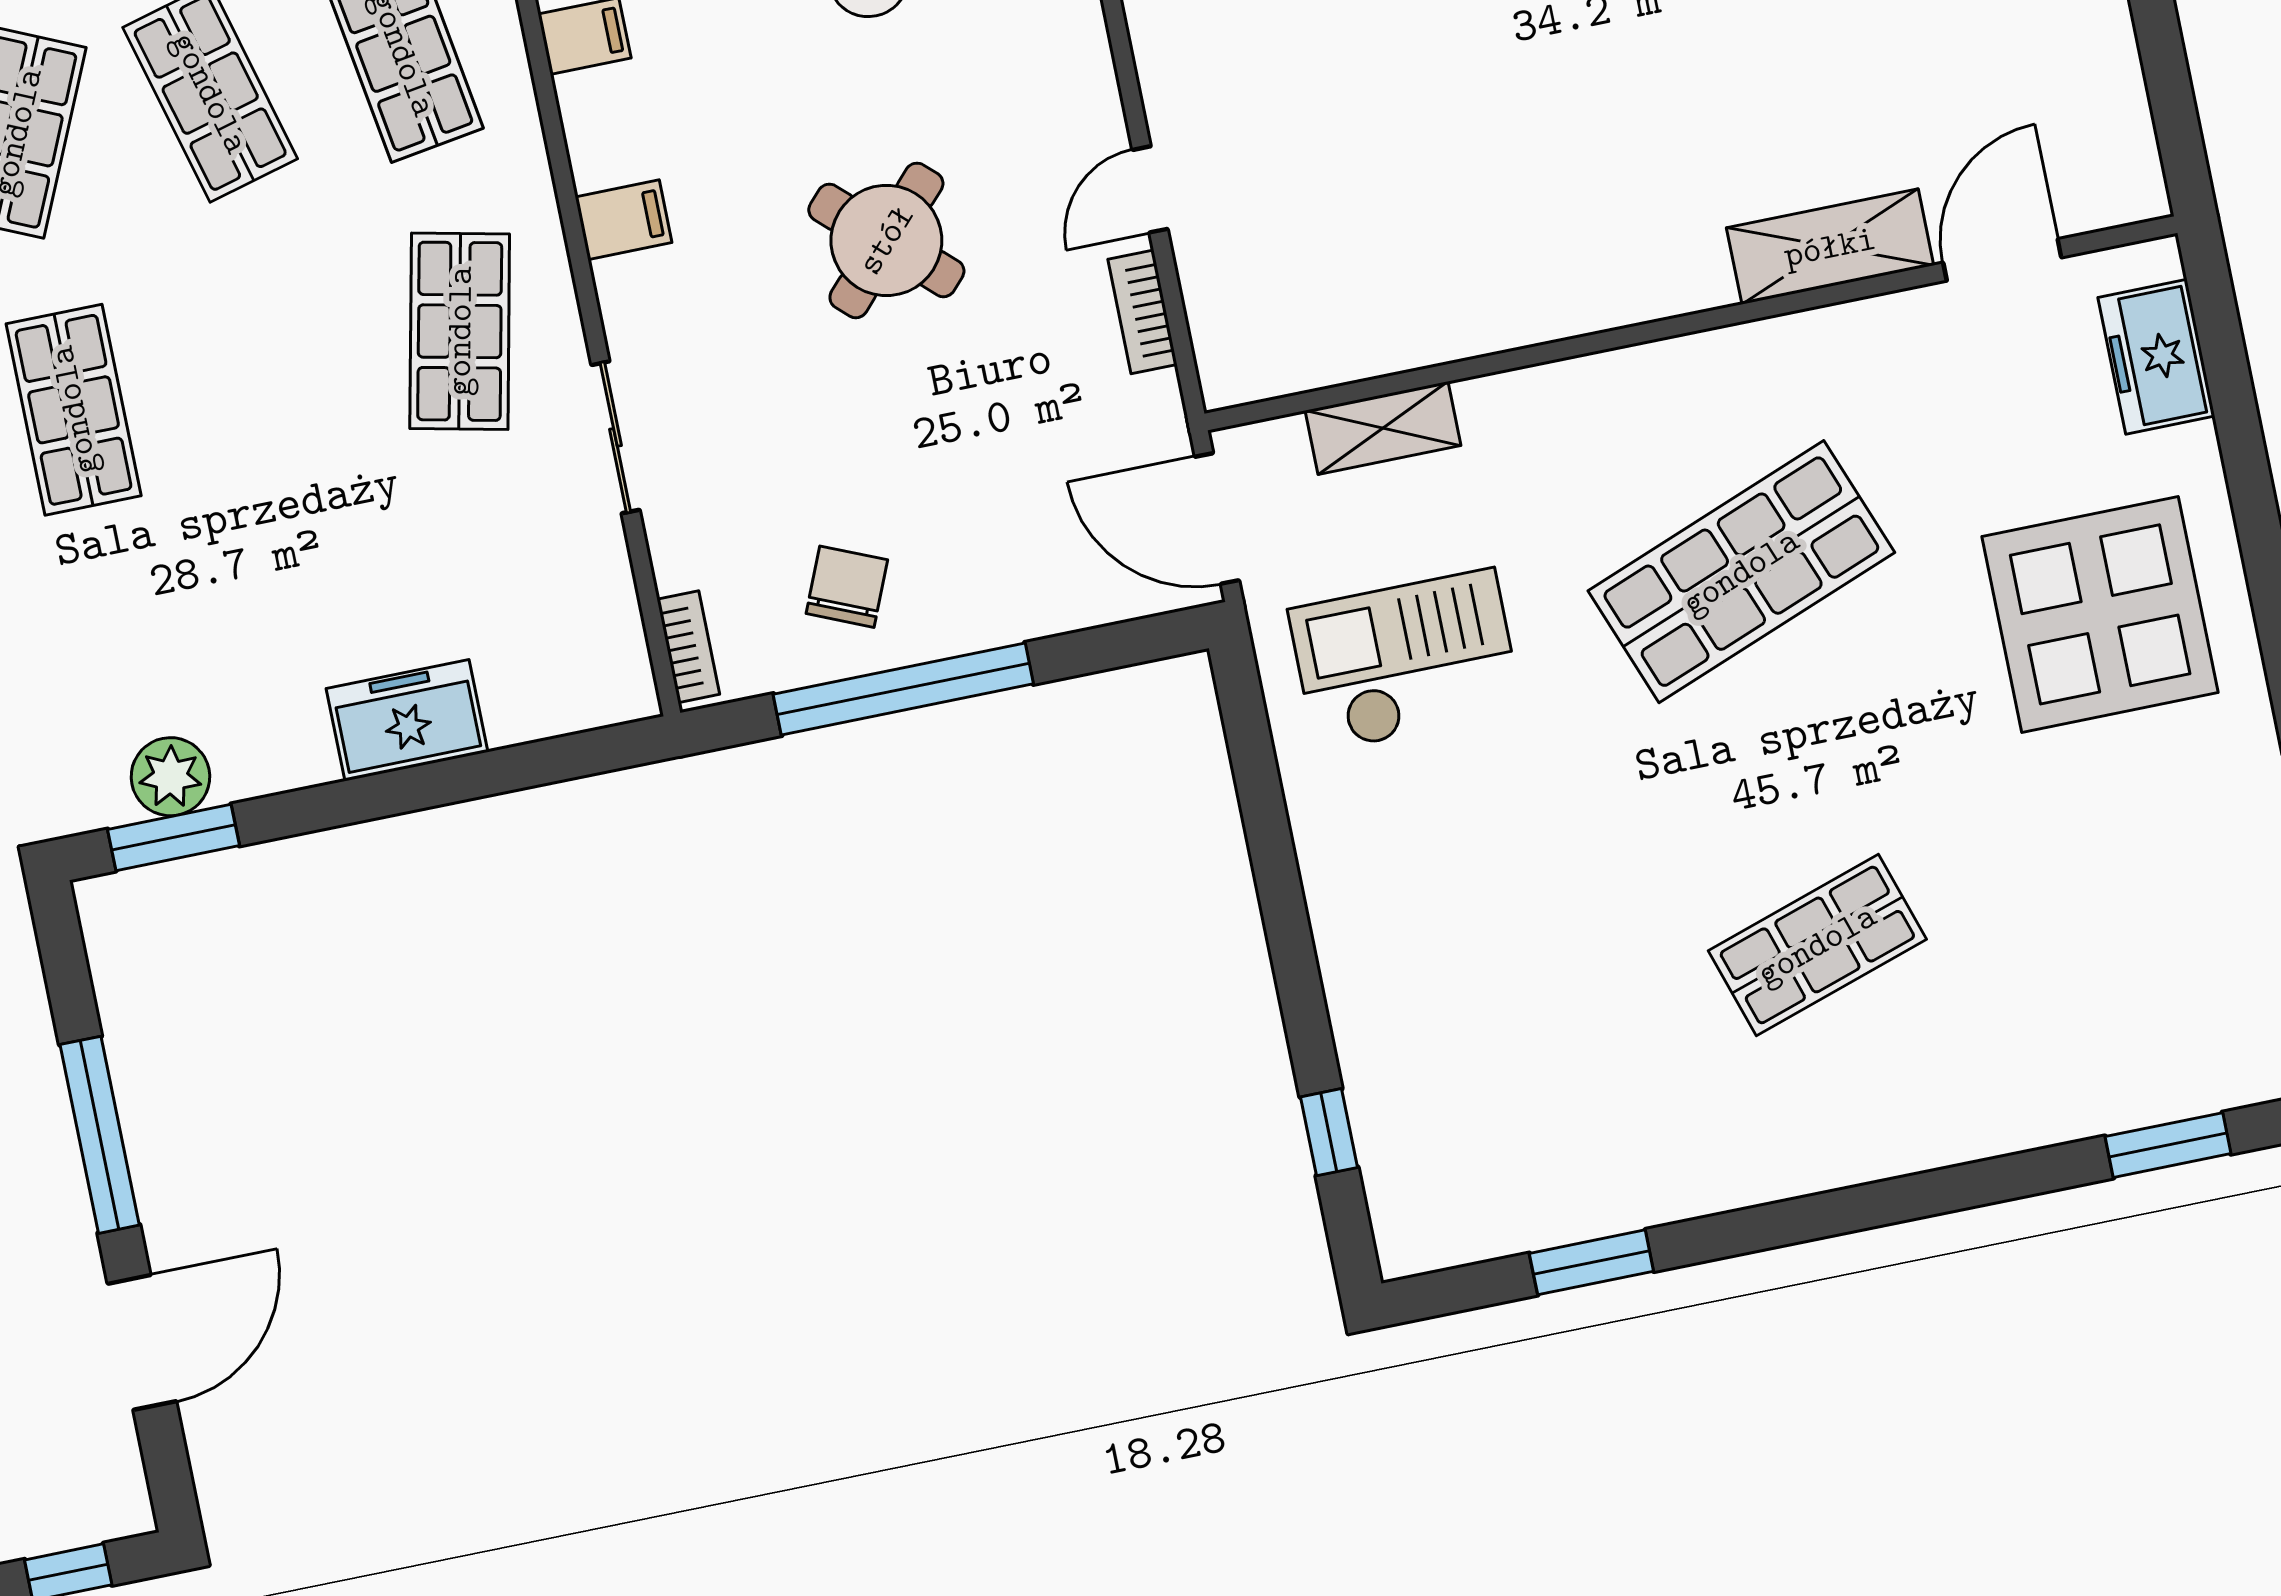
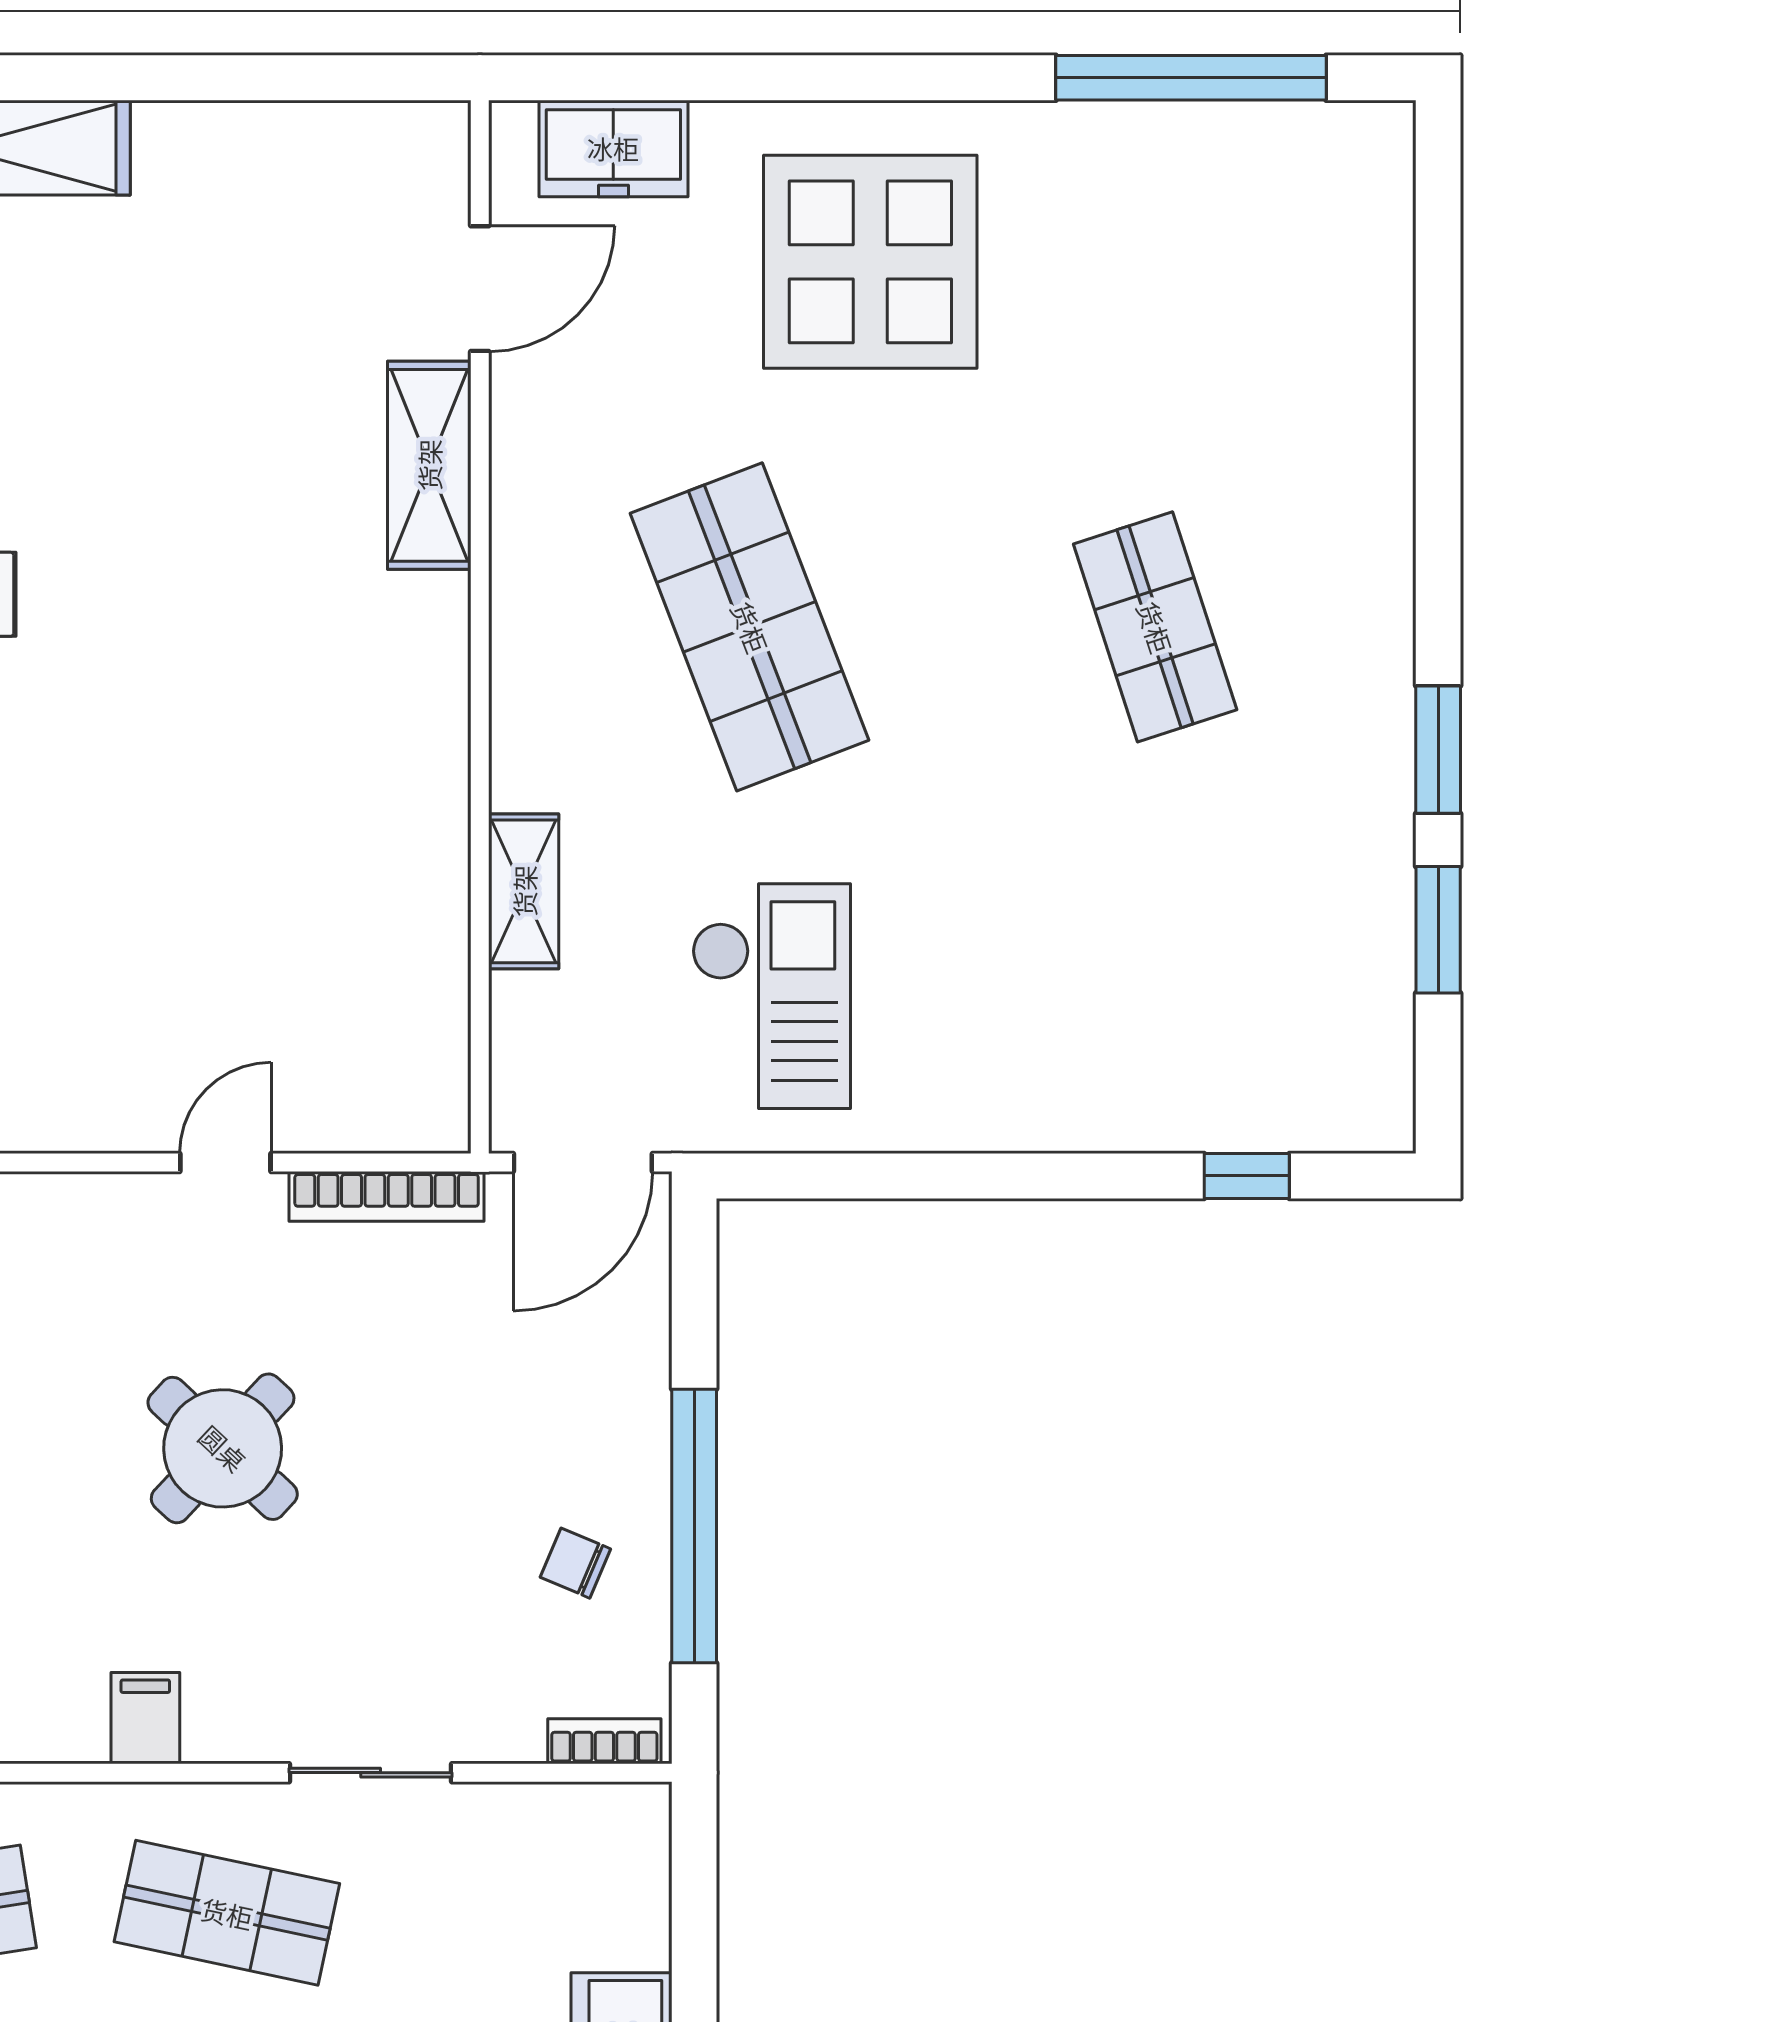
door: (1150, 189) -> (225, 1163), swing flipped
door: (2002, 260) -> (480, 289), swing flipped
bookcase: (1142, 312) -> (387, 1196), width x1.56
shelving: (1383, 428) -> (524, 891), moved
chair: (847, 587) -> (575, 1563), width x0.73, depth x0.73
checkout: (1405, 661) -> (771, 996), turned 180
window: (2168, 1145) -> (1438, 750), moved

